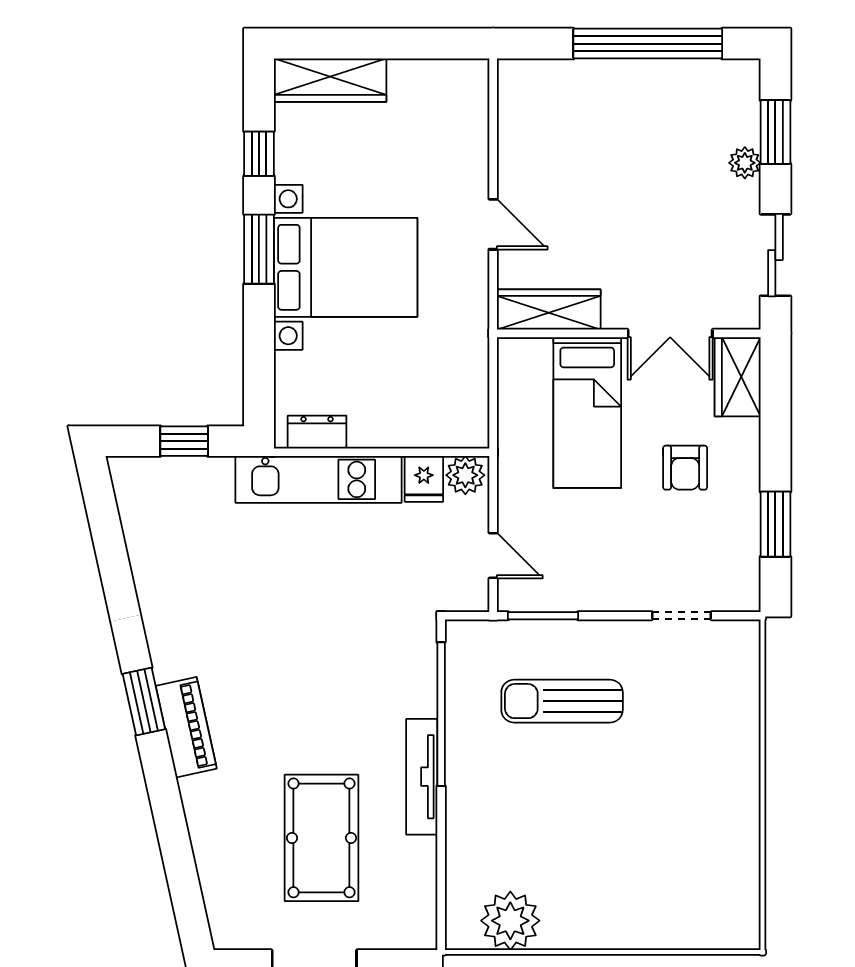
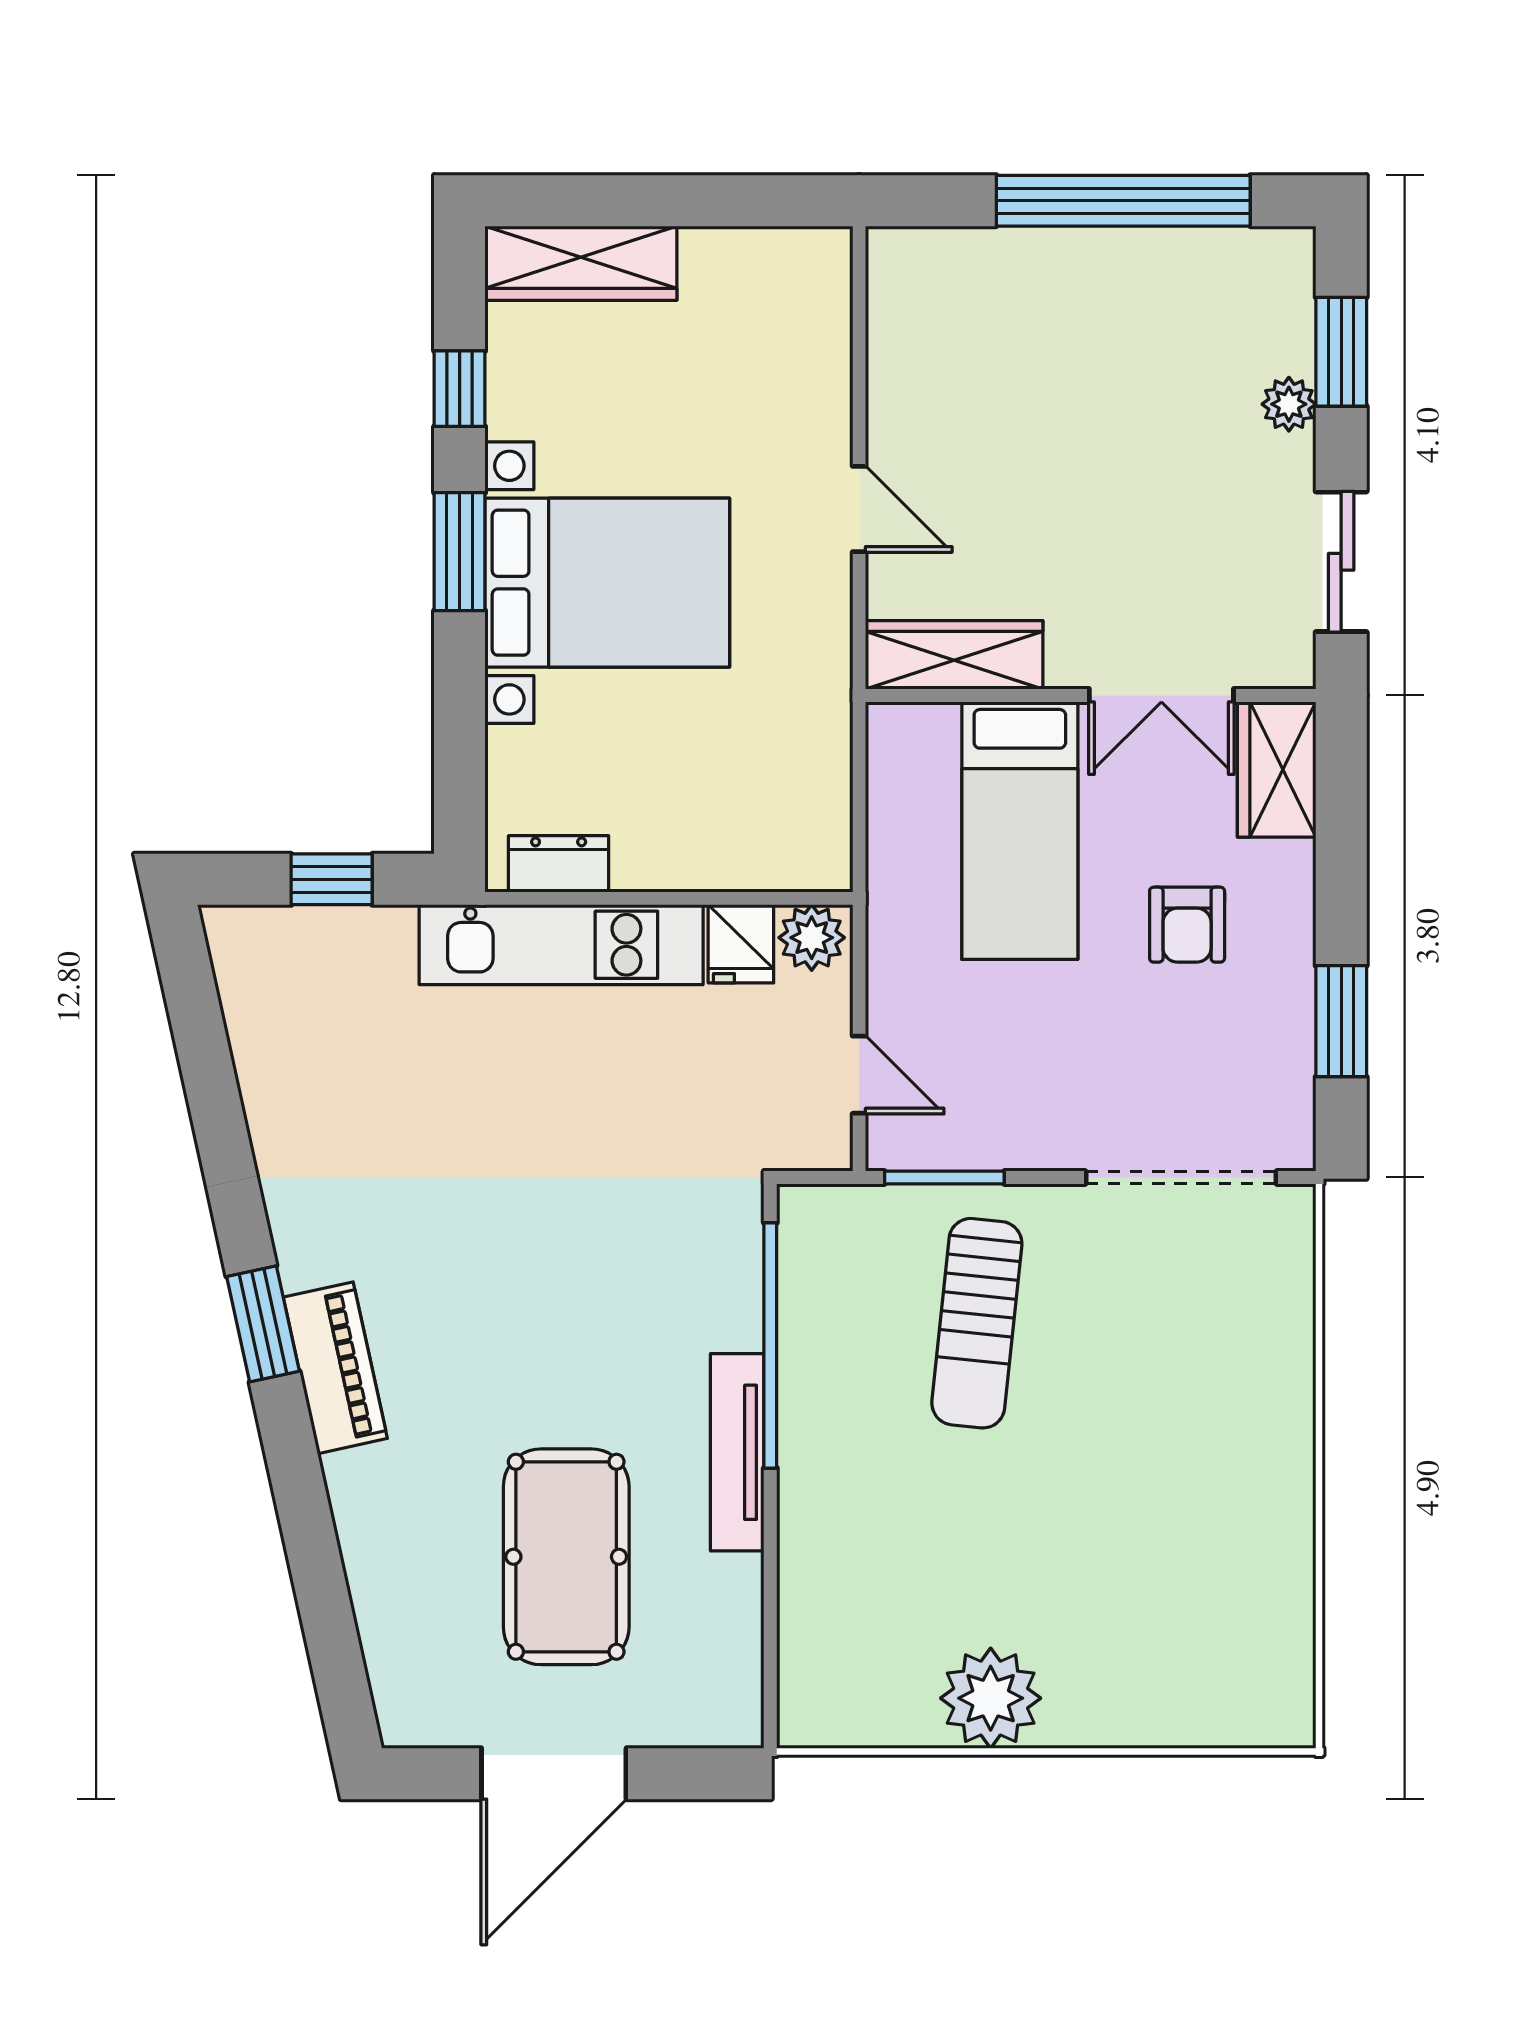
doorway: (682, 616) -> (1181, 1177), width x1.87
sun lounger: (562, 701) -> (977, 1323), turned -84
plant: (510, 921) -> (991, 1698), moved

